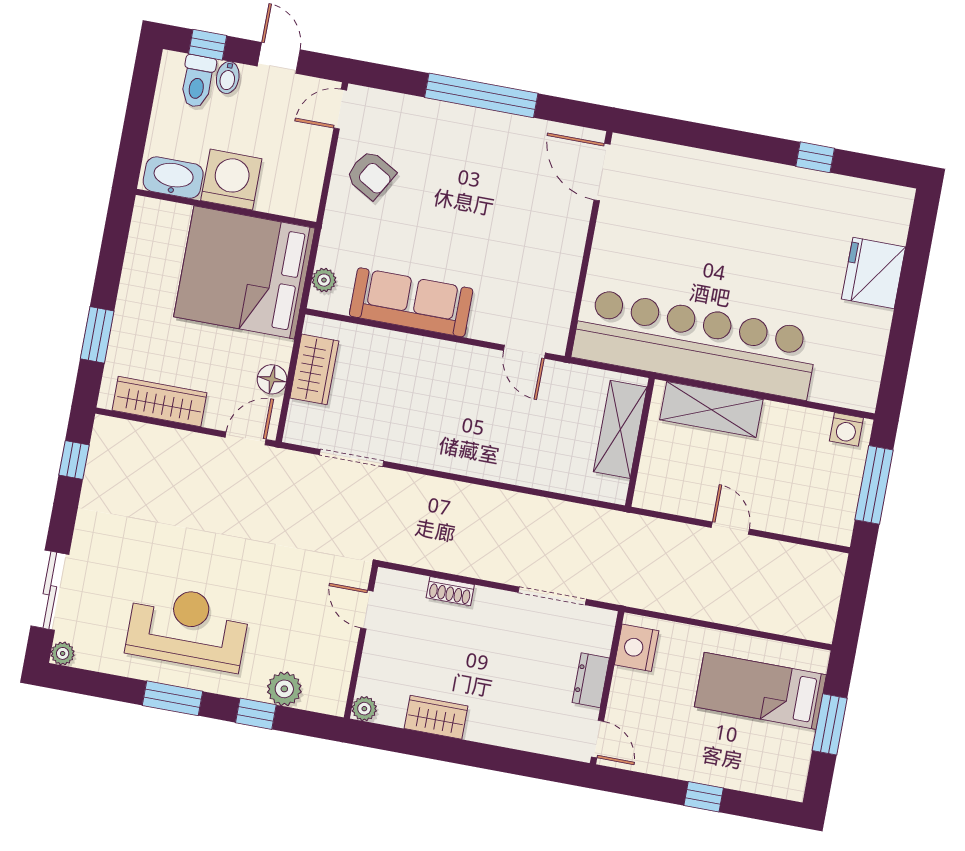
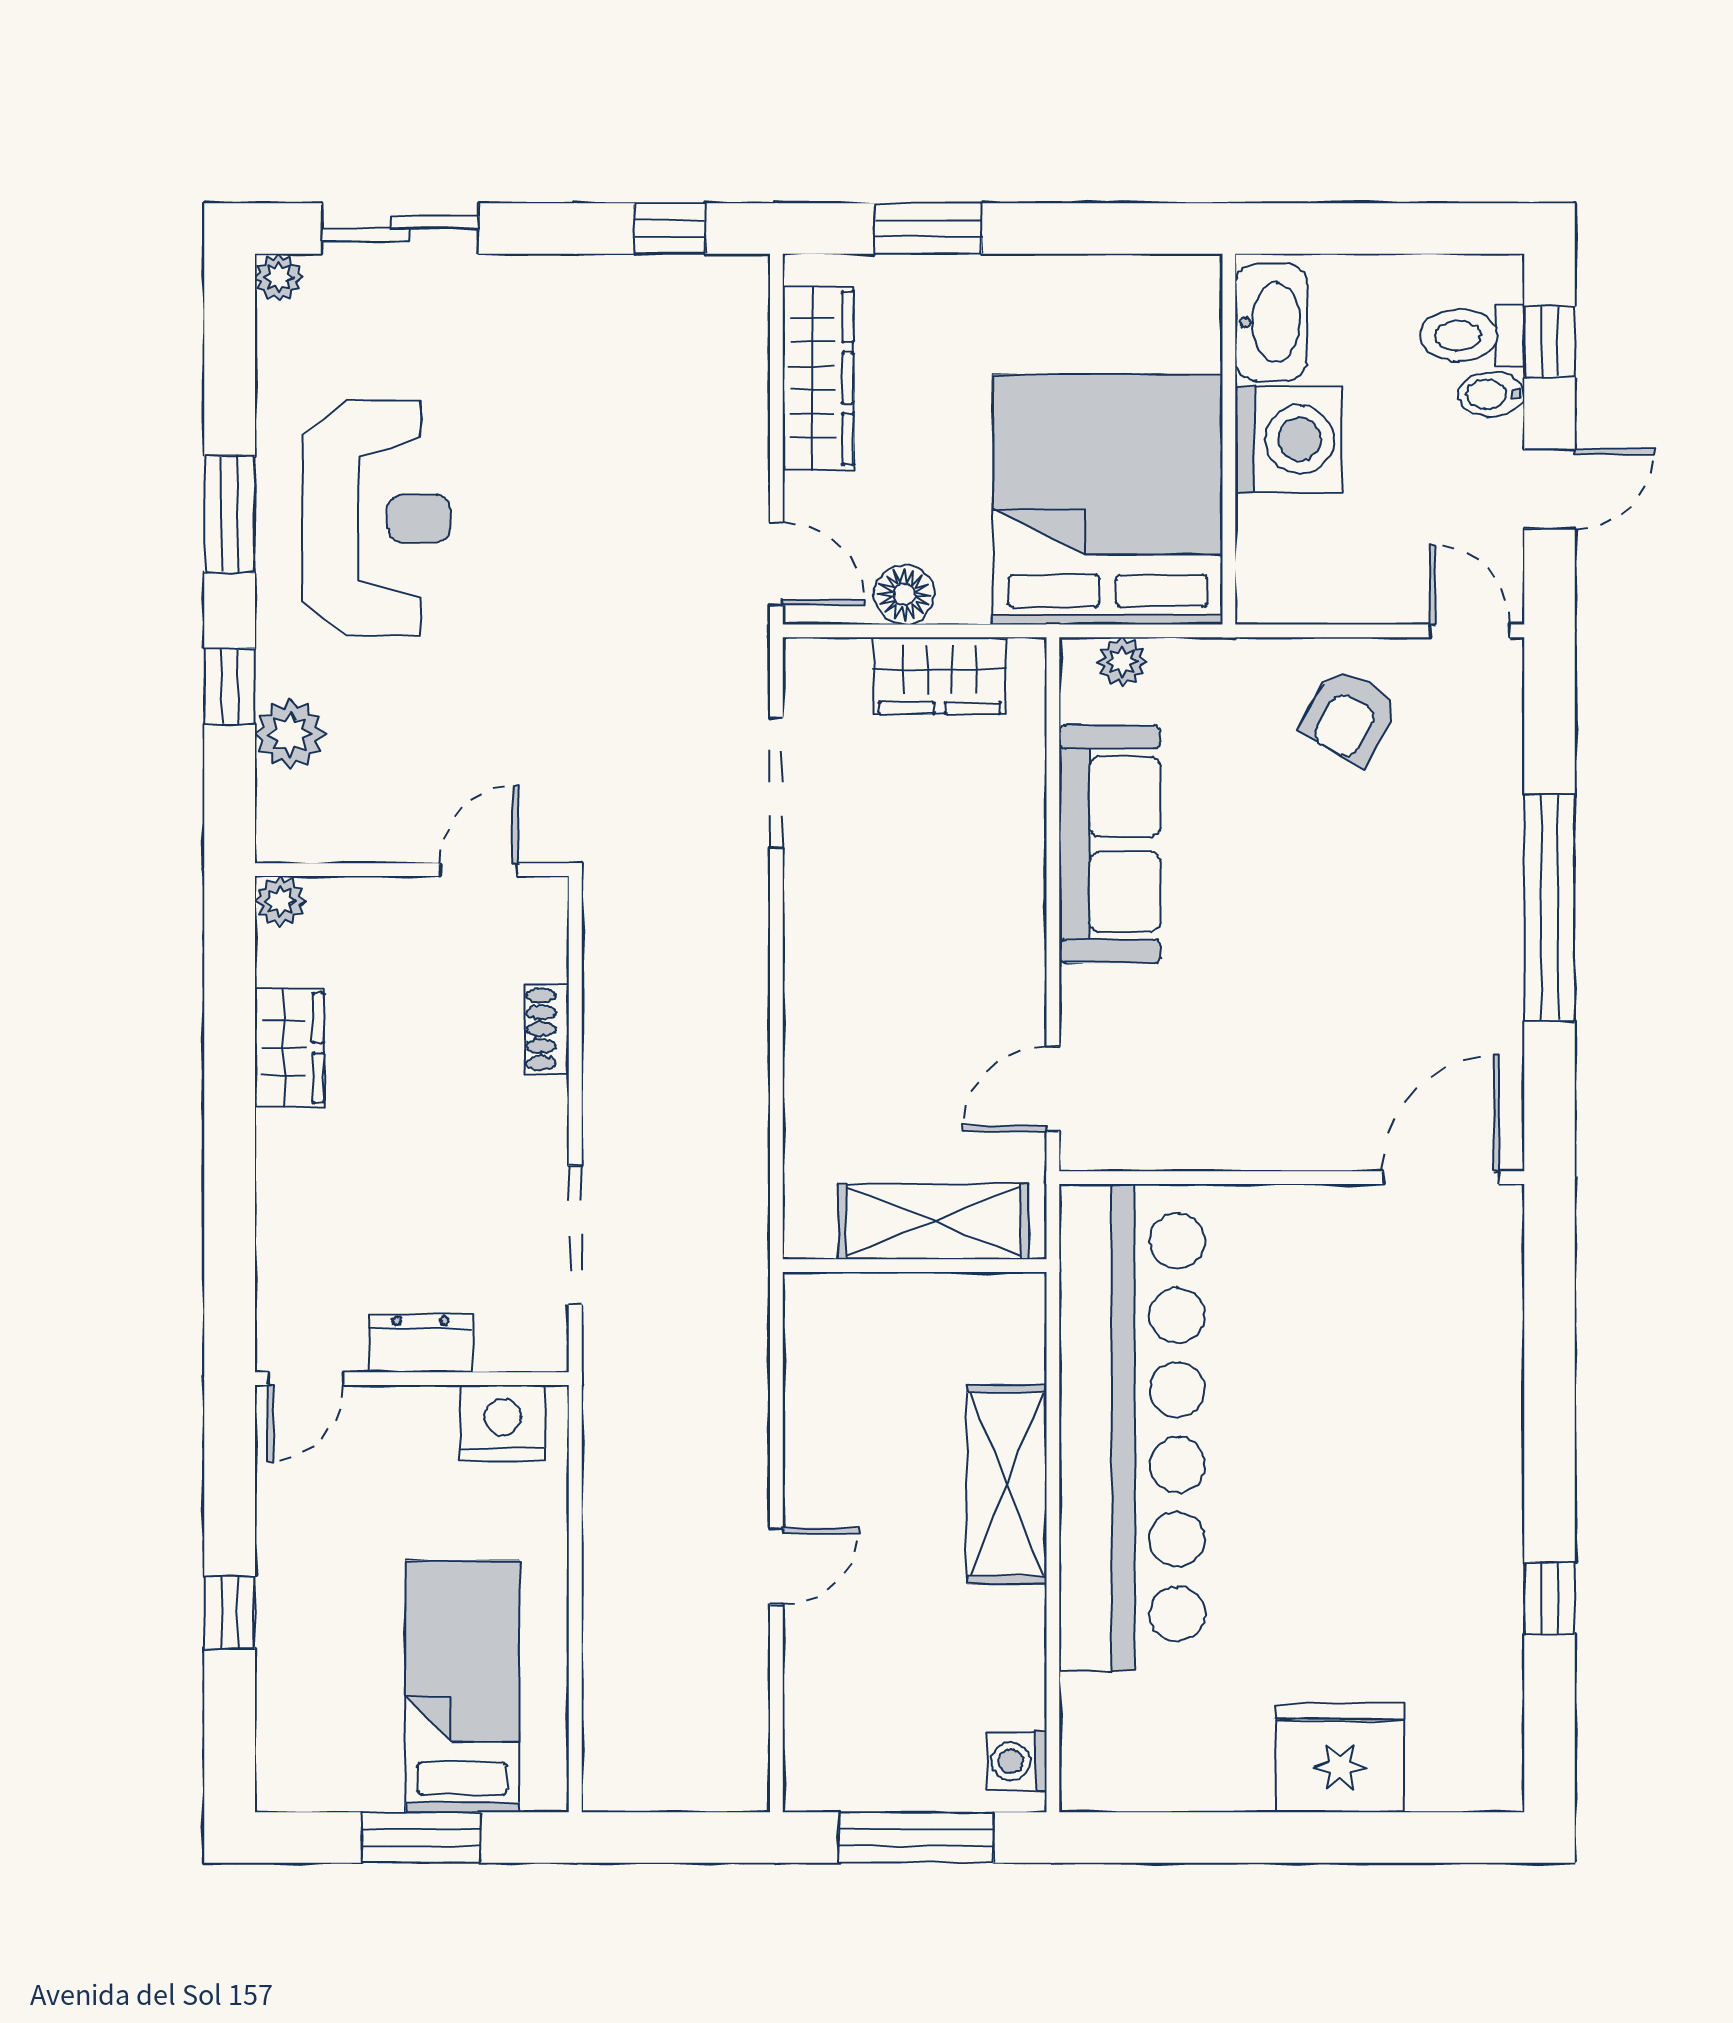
shelving: (620, 429) -> (933, 1221), moved
wall: (640, 442) -> (915, 1266), moved

